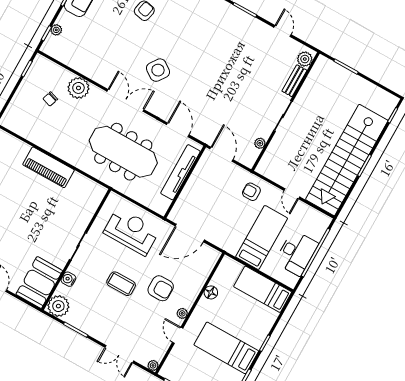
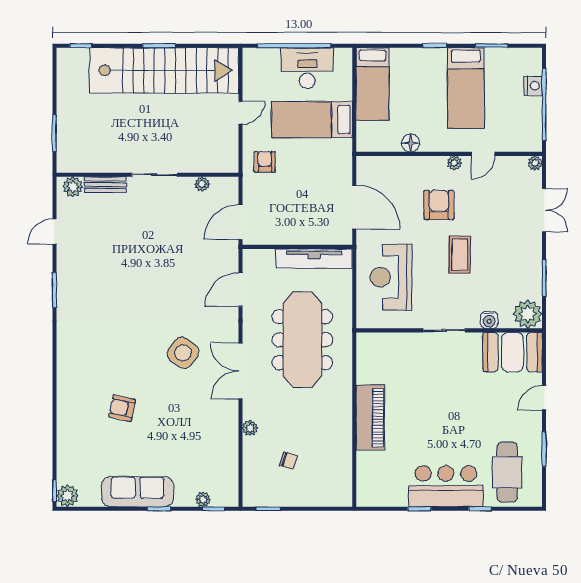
plant: (78, 88) -> (250, 428), width x0.53, depth x0.53
tv unit: (180, 172) -> (314, 259), moved
armchair: (251, 192) -> (265, 162), turned 180

